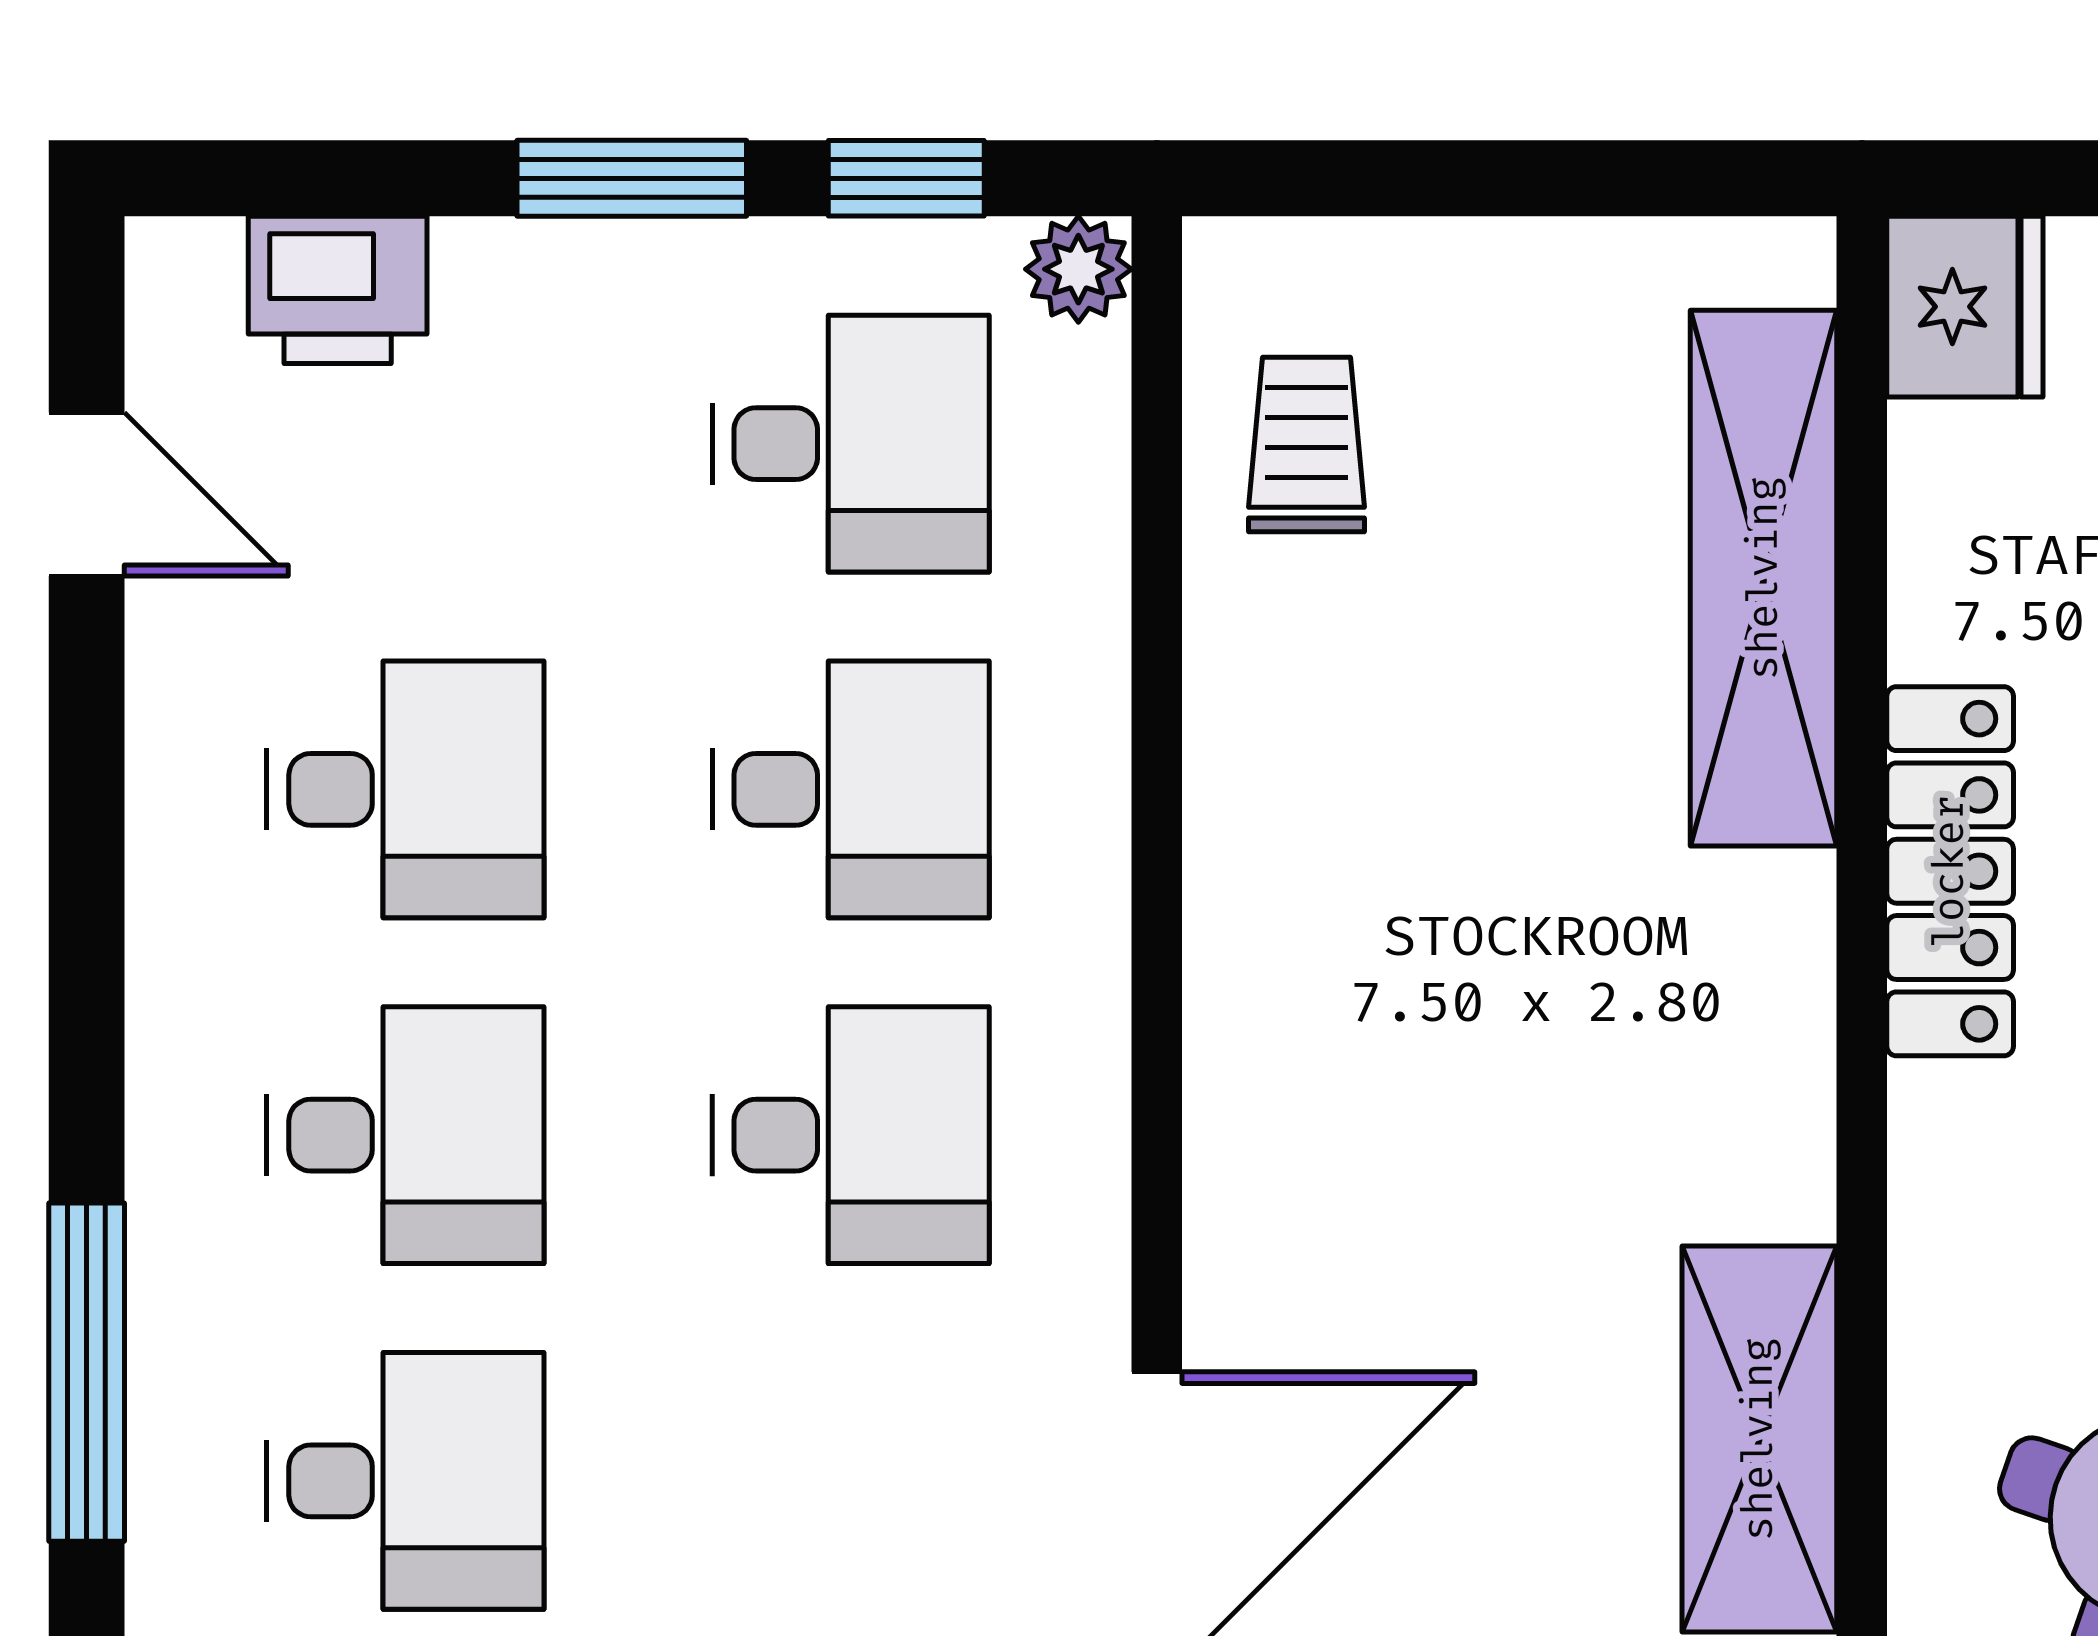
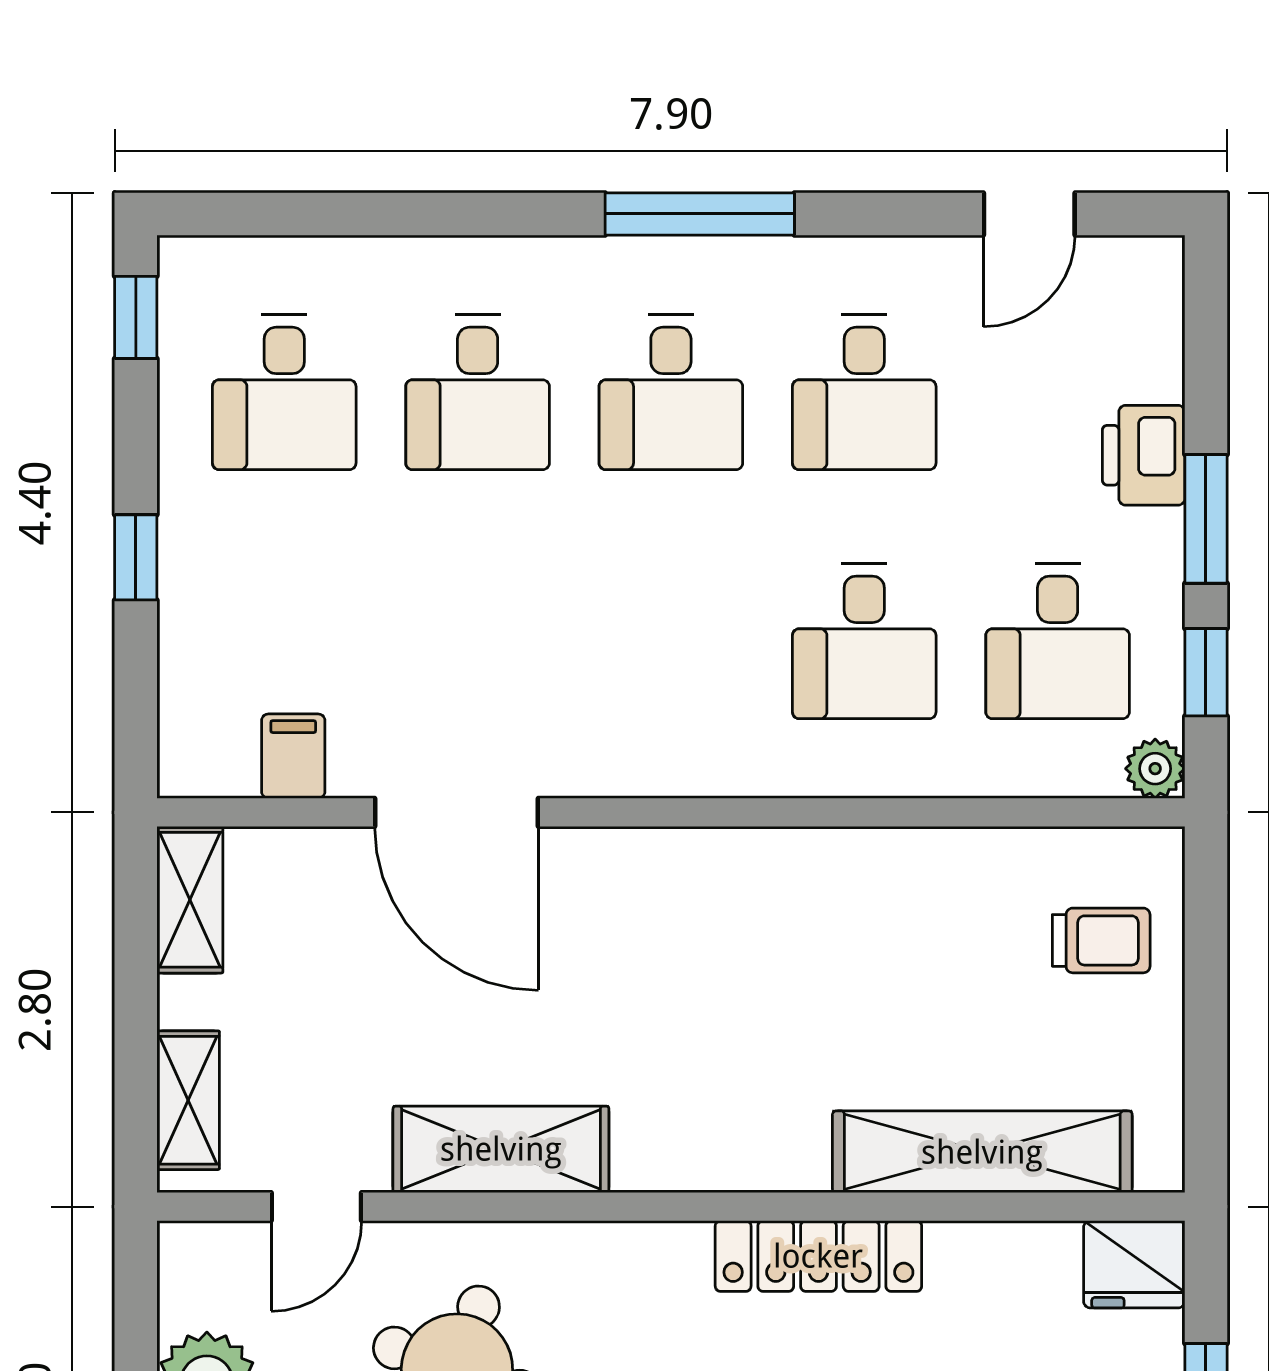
printer: (338, 290) -> (1144, 455), moved
trolley: (1306, 444) -> (1101, 940), moved
desk: (851, 1135) -> (671, 641), removed
window: (87, 1372) -> (700, 214), moved

